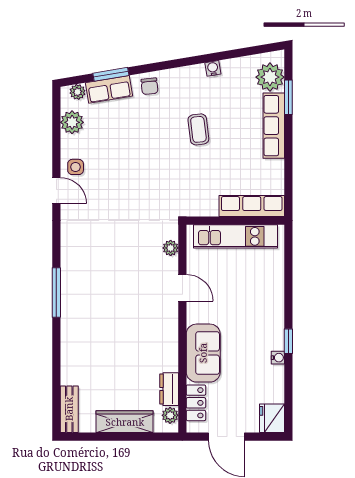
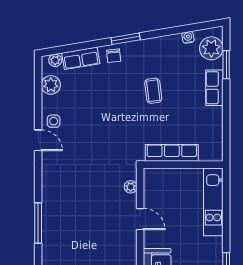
water cooler: (213, 68) -> (188, 37), moved
window: (111, 74) -> (126, 39), moved
row of seats: (274, 126) -> (214, 88), width x0.68
row of seats: (252, 206) -> (172, 153), moved
kitchen unit: (235, 236) -> (213, 202), moved, turned 90

